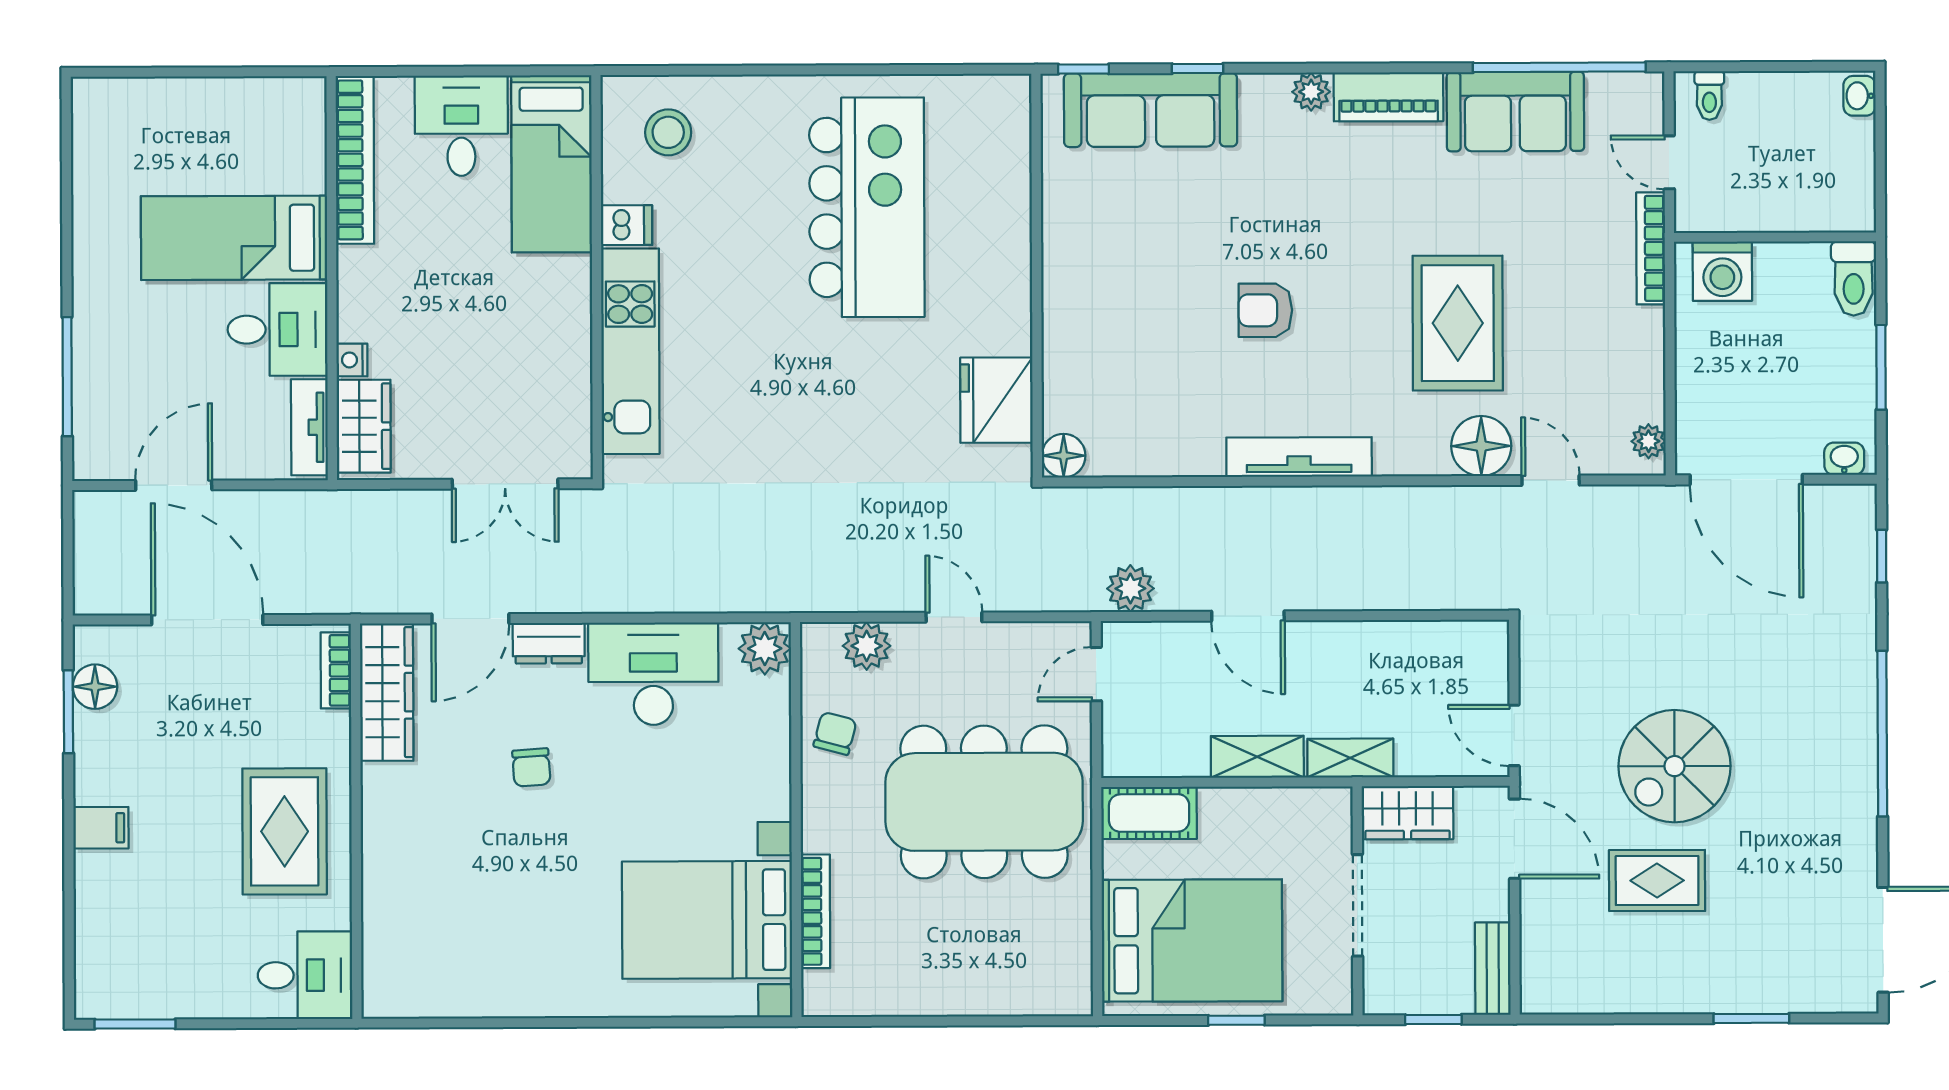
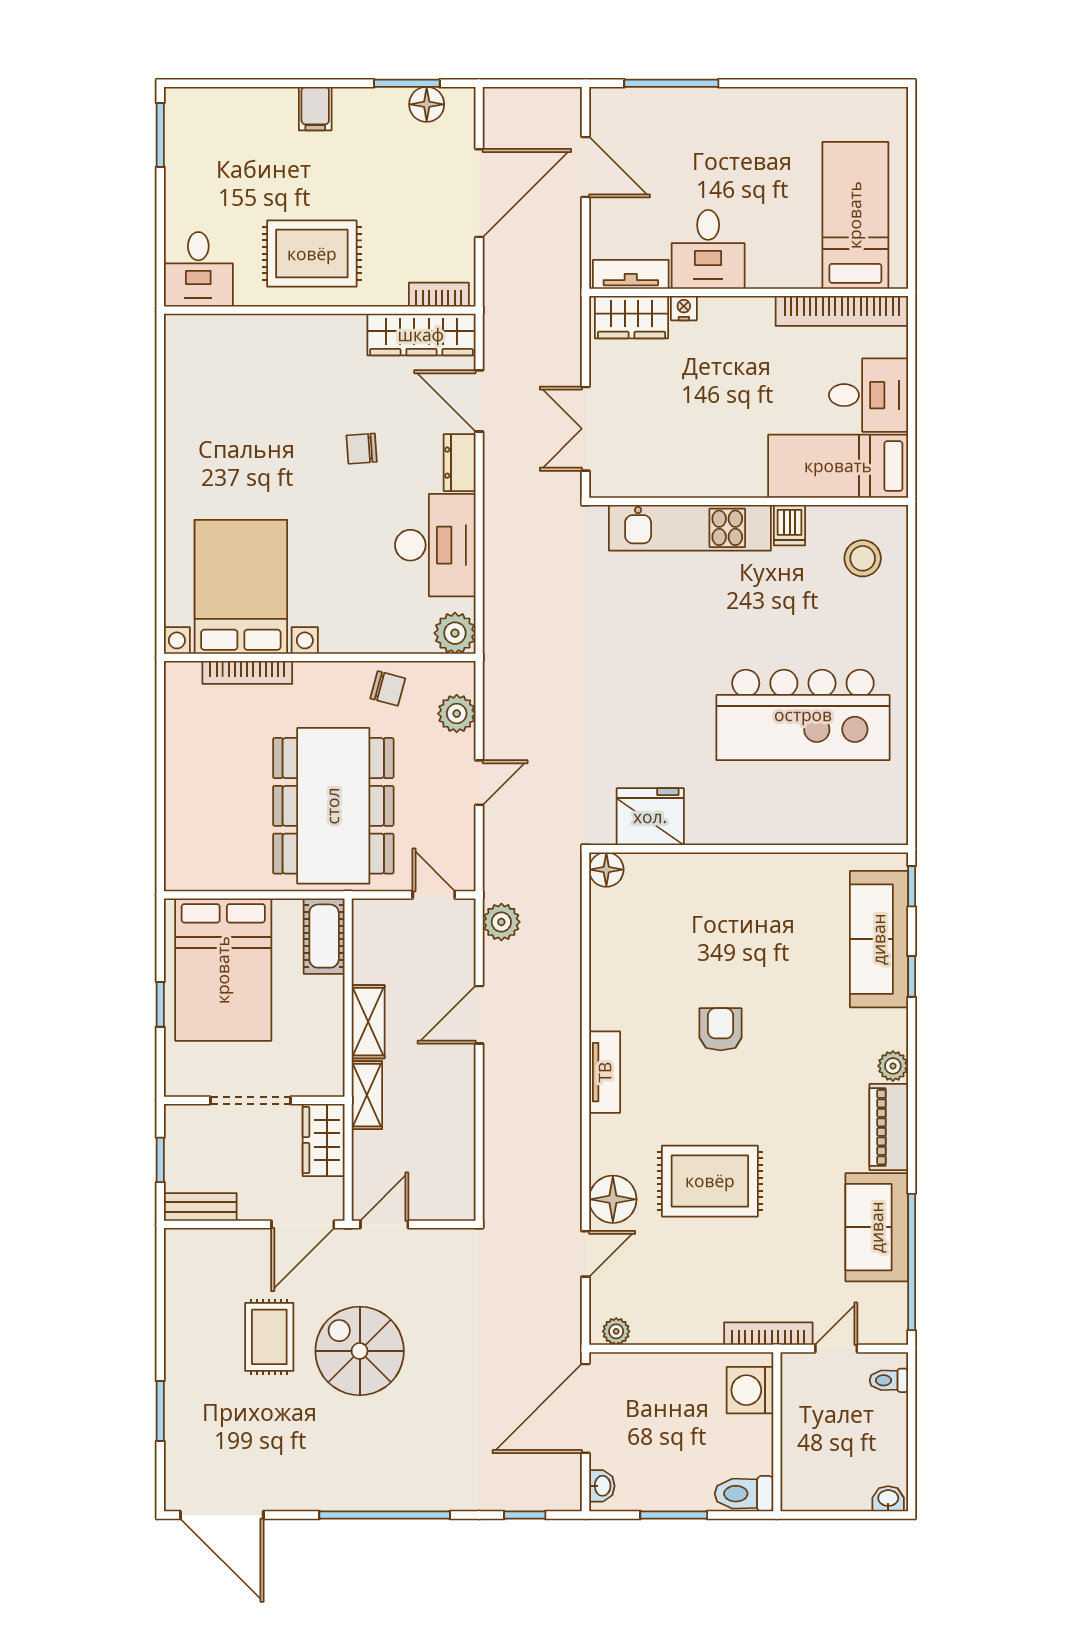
bed: (234, 238) -> (855, 215), moved
tv unit: (1299, 457) -> (605, 1072), width x0.71

